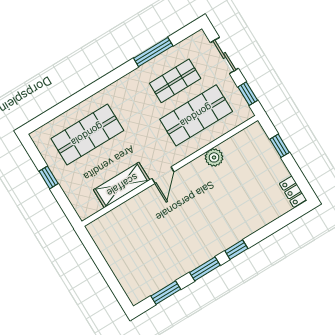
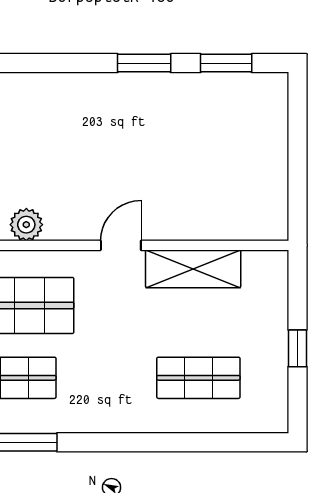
shop shelf: (87, 134) -> (198, 378), width x0.70, depth x0.74
window: (236, 250) -> (78, 63), removed

